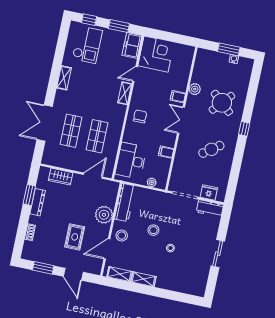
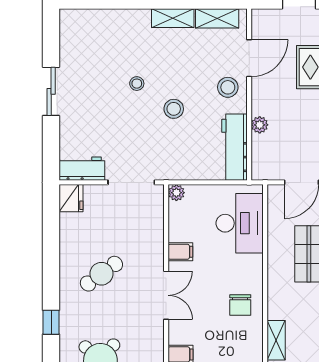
double door: (181, 120) -> (166, 295), moved
plant: (152, 182) -> (176, 193), moved
fridge: (209, 193) -> (71, 198), moved, turned -90
plant: (104, 215) -> (260, 125), width x0.53, depth x0.53

